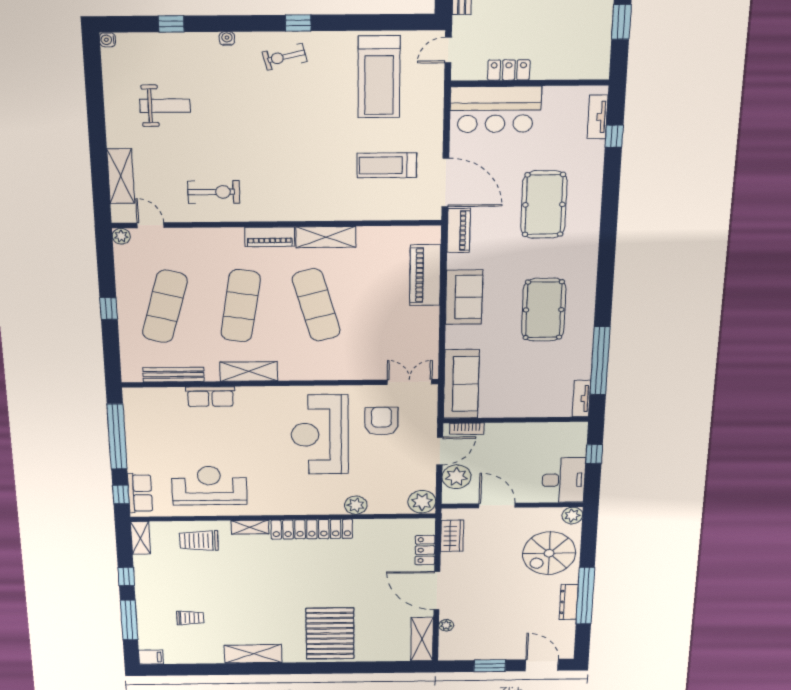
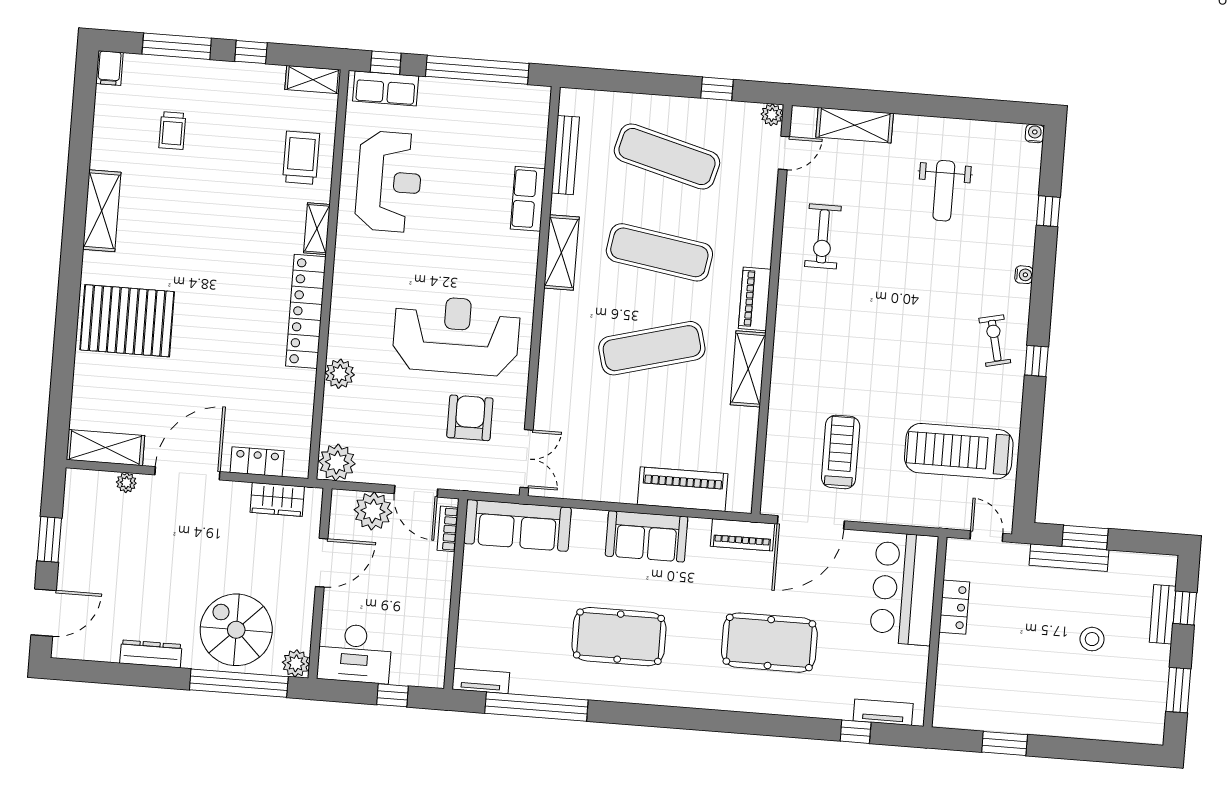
window: (109, 309) -> (717, 89), moved
armchair: (381, 421) -> (470, 418), turned -90
window: (585, 596) -> (239, 683), moved

